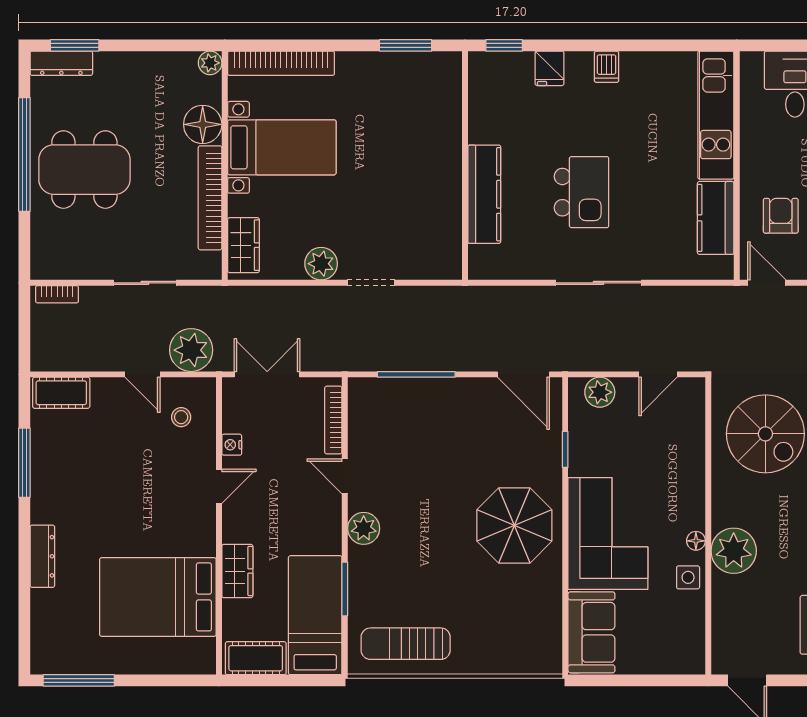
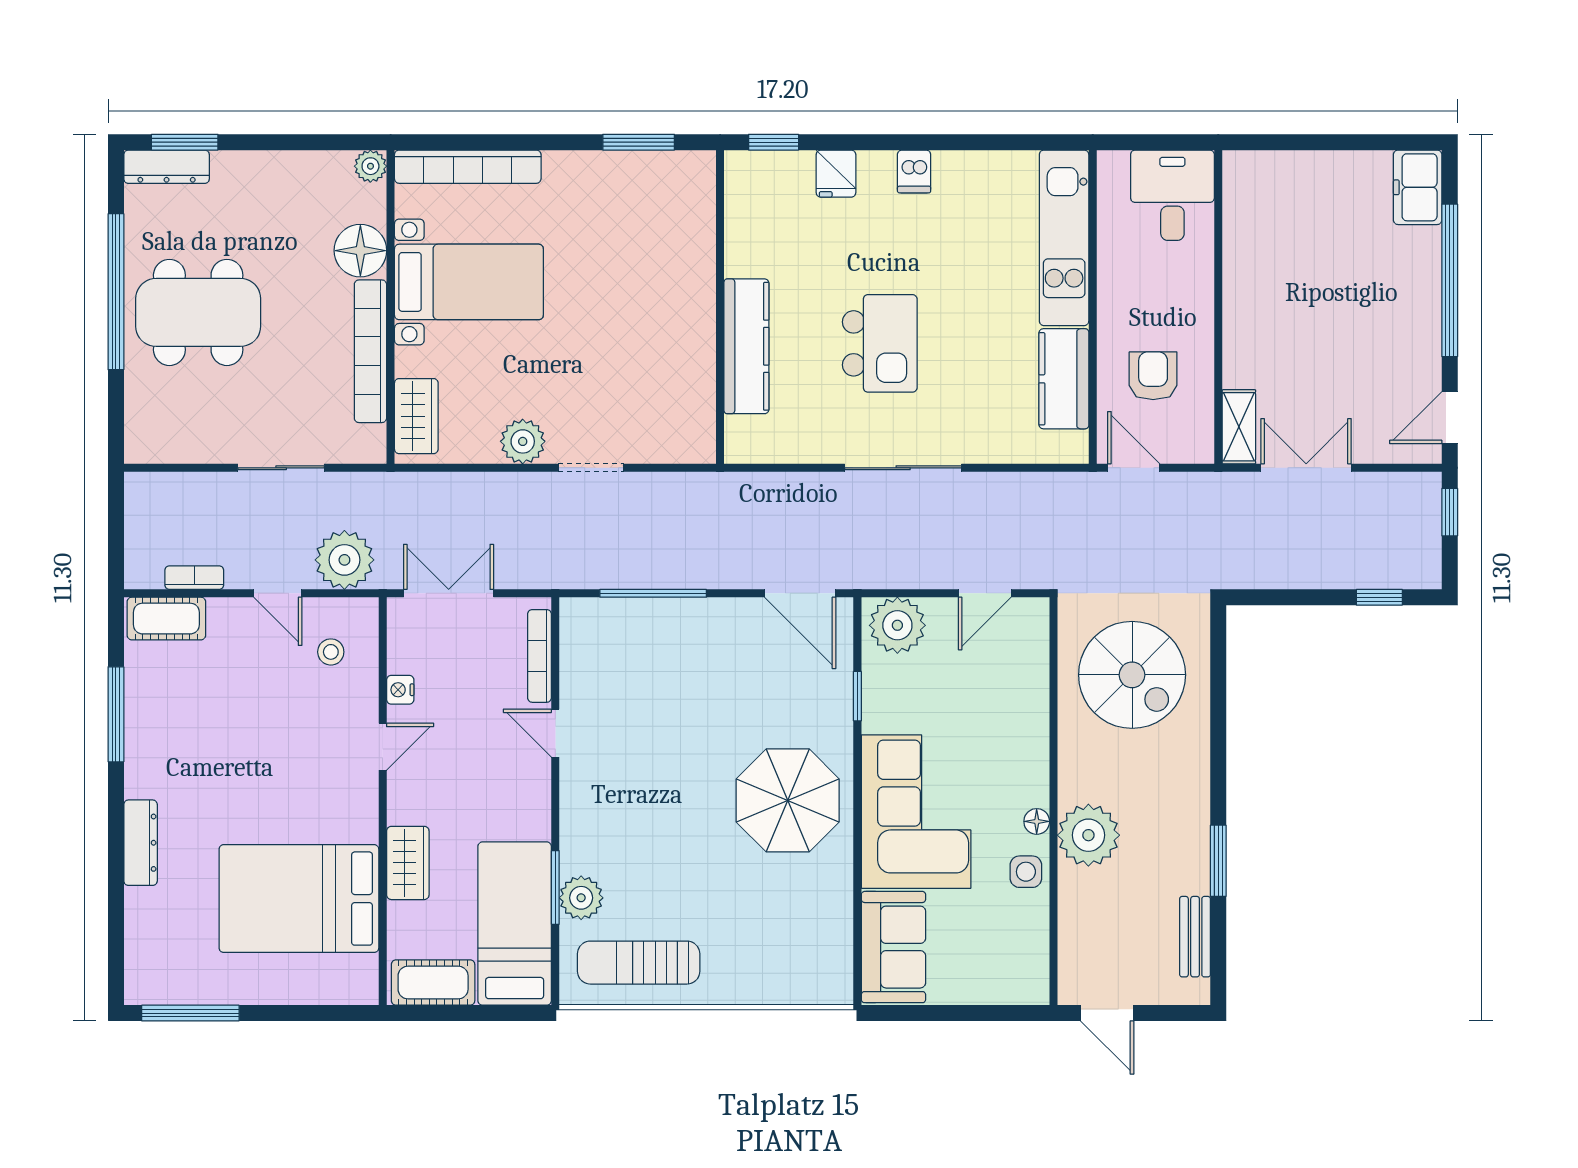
bookcase: (57, 294) -> (194, 578), moved, turned 180
plant: (600, 392) -> (897, 625), width x1.36, depth x1.36
plant: (364, 528) -> (581, 898), moved

